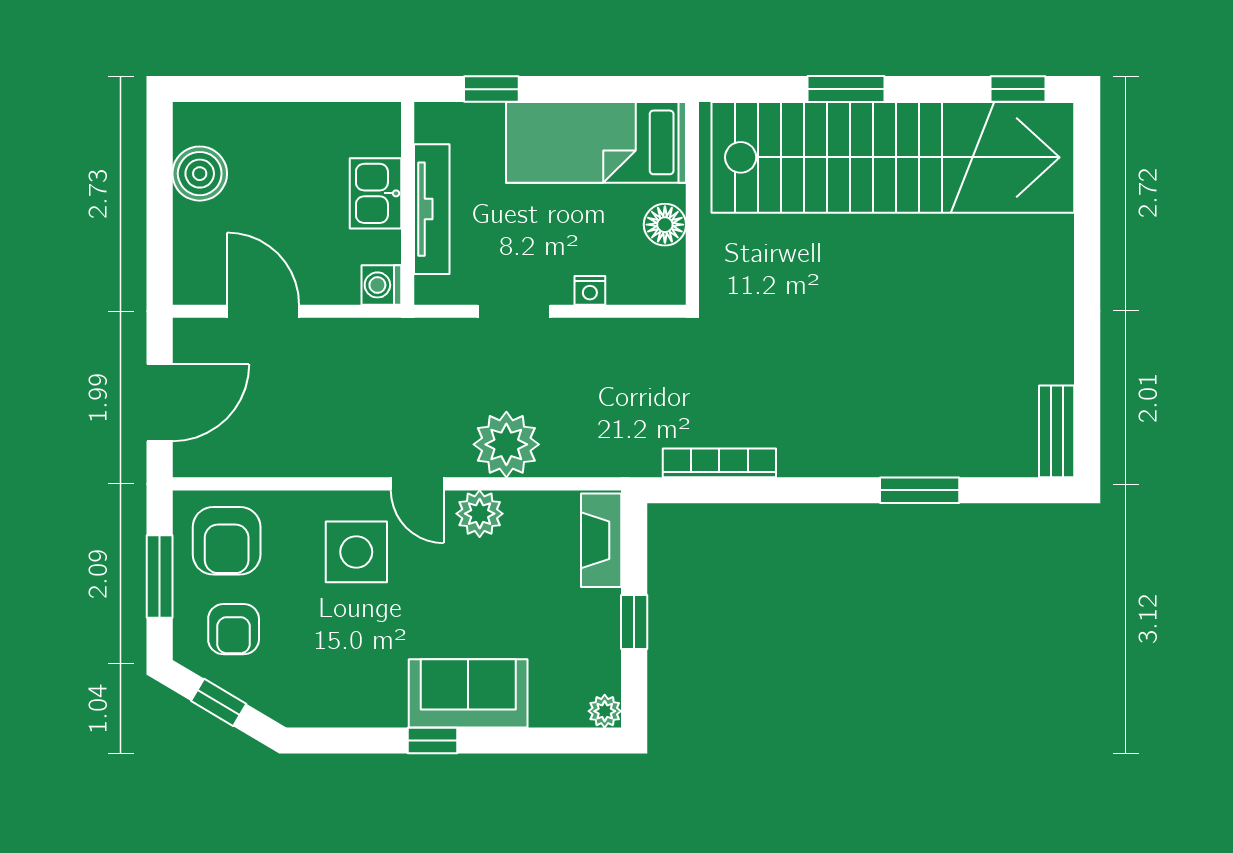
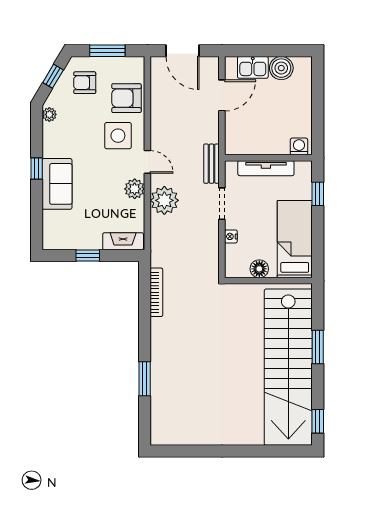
kitchen sink: (376, 193) -> (253, 67), moved, turned 180
washing machine: (381, 285) -> (299, 146), moved
bench: (1057, 431) -> (212, 164), moved, turned 90
door: (417, 484) -> (147, 162), swing flipped
armchair: (227, 541) -> (126, 98), moved
plant: (605, 711) -> (49, 114), moved

